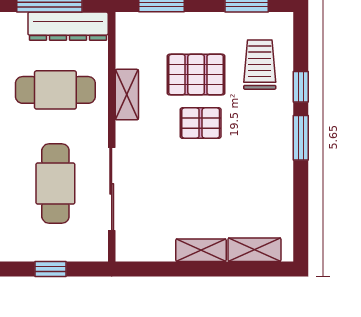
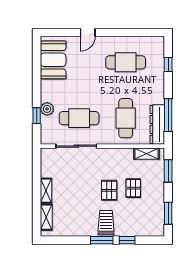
trolley: (260, 65) -> (106, 223), moved, turned -90
pallet: (196, 75) -> (133, 188), width x0.67, depth x0.71
shelving: (127, 95) -> (147, 154), moved
plant: (37, 248) -> (47, 109), added

